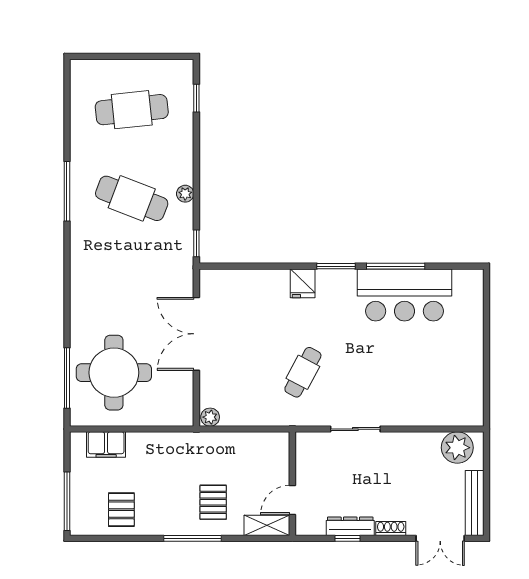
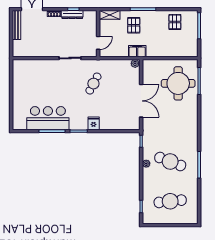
filing cabinet: (106, 445) -> (137, 51), moved
plant: (457, 448) -> (24, 50), removed
door: (292, 500) -> (98, 43), moved

